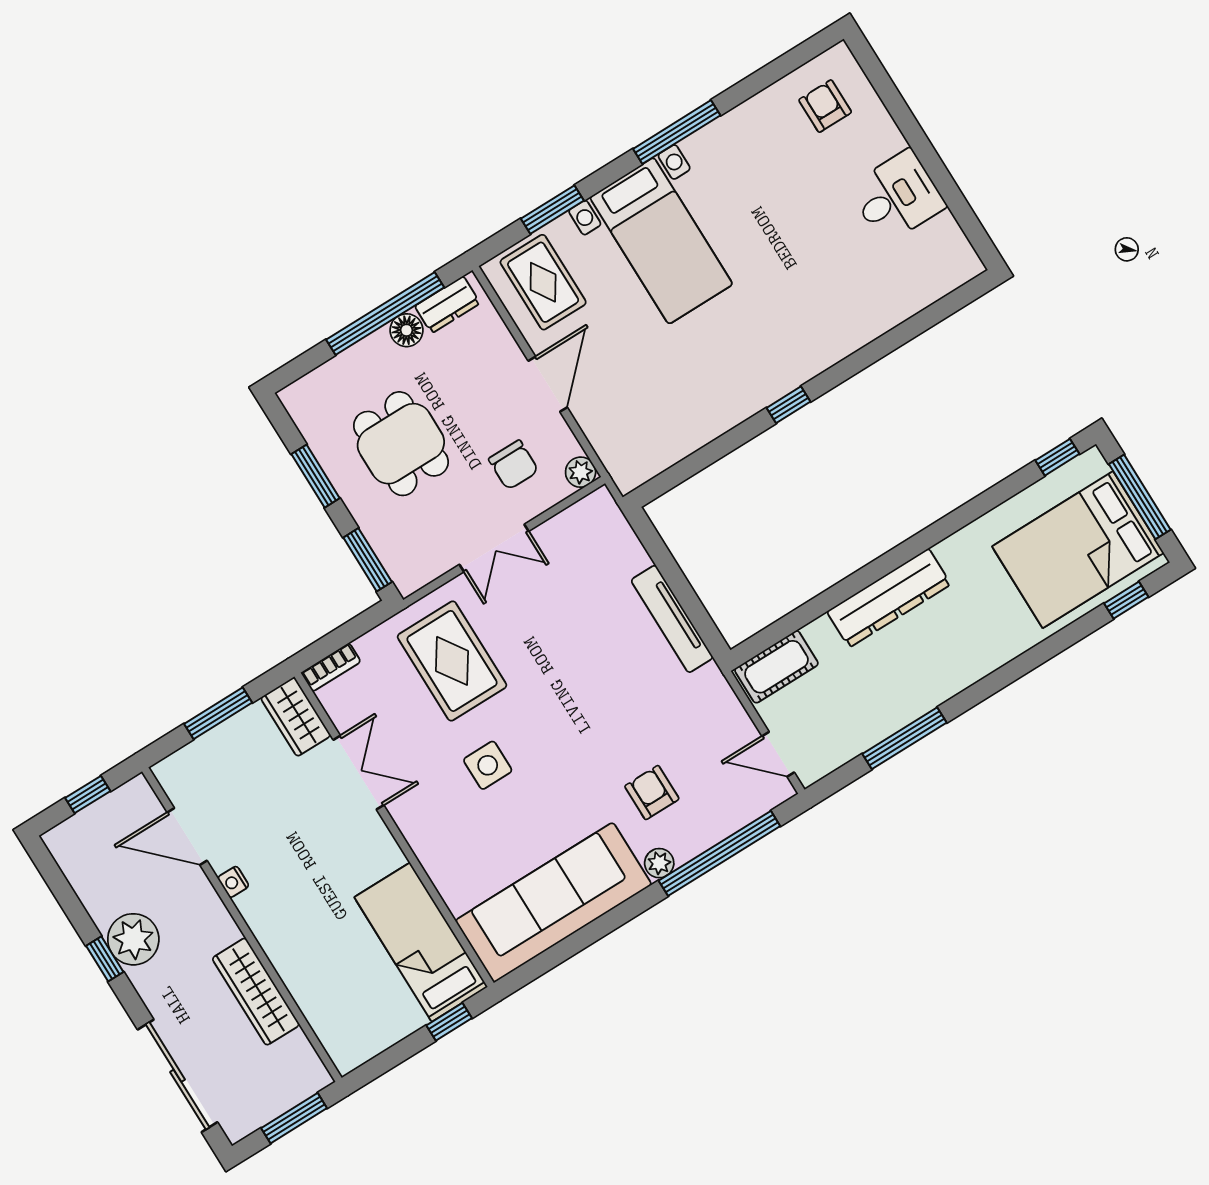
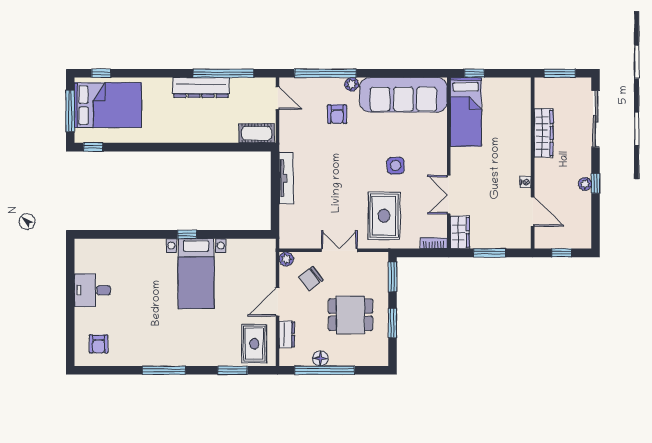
bed with nightstands: (661, 241) -> (196, 274), moved, turned 180
dresser: (447, 305) -> (287, 334), moved, turned 90
dining table: (401, 444) -> (351, 315), turned 90
chair: (514, 465) -> (311, 278), turned -127
dresser: (889, 598) -> (201, 88), moved, turned 180
window: (904, 738) -> (223, 73), width x1.46
plant: (133, 939) -> (585, 184), width x0.53, depth x0.53

